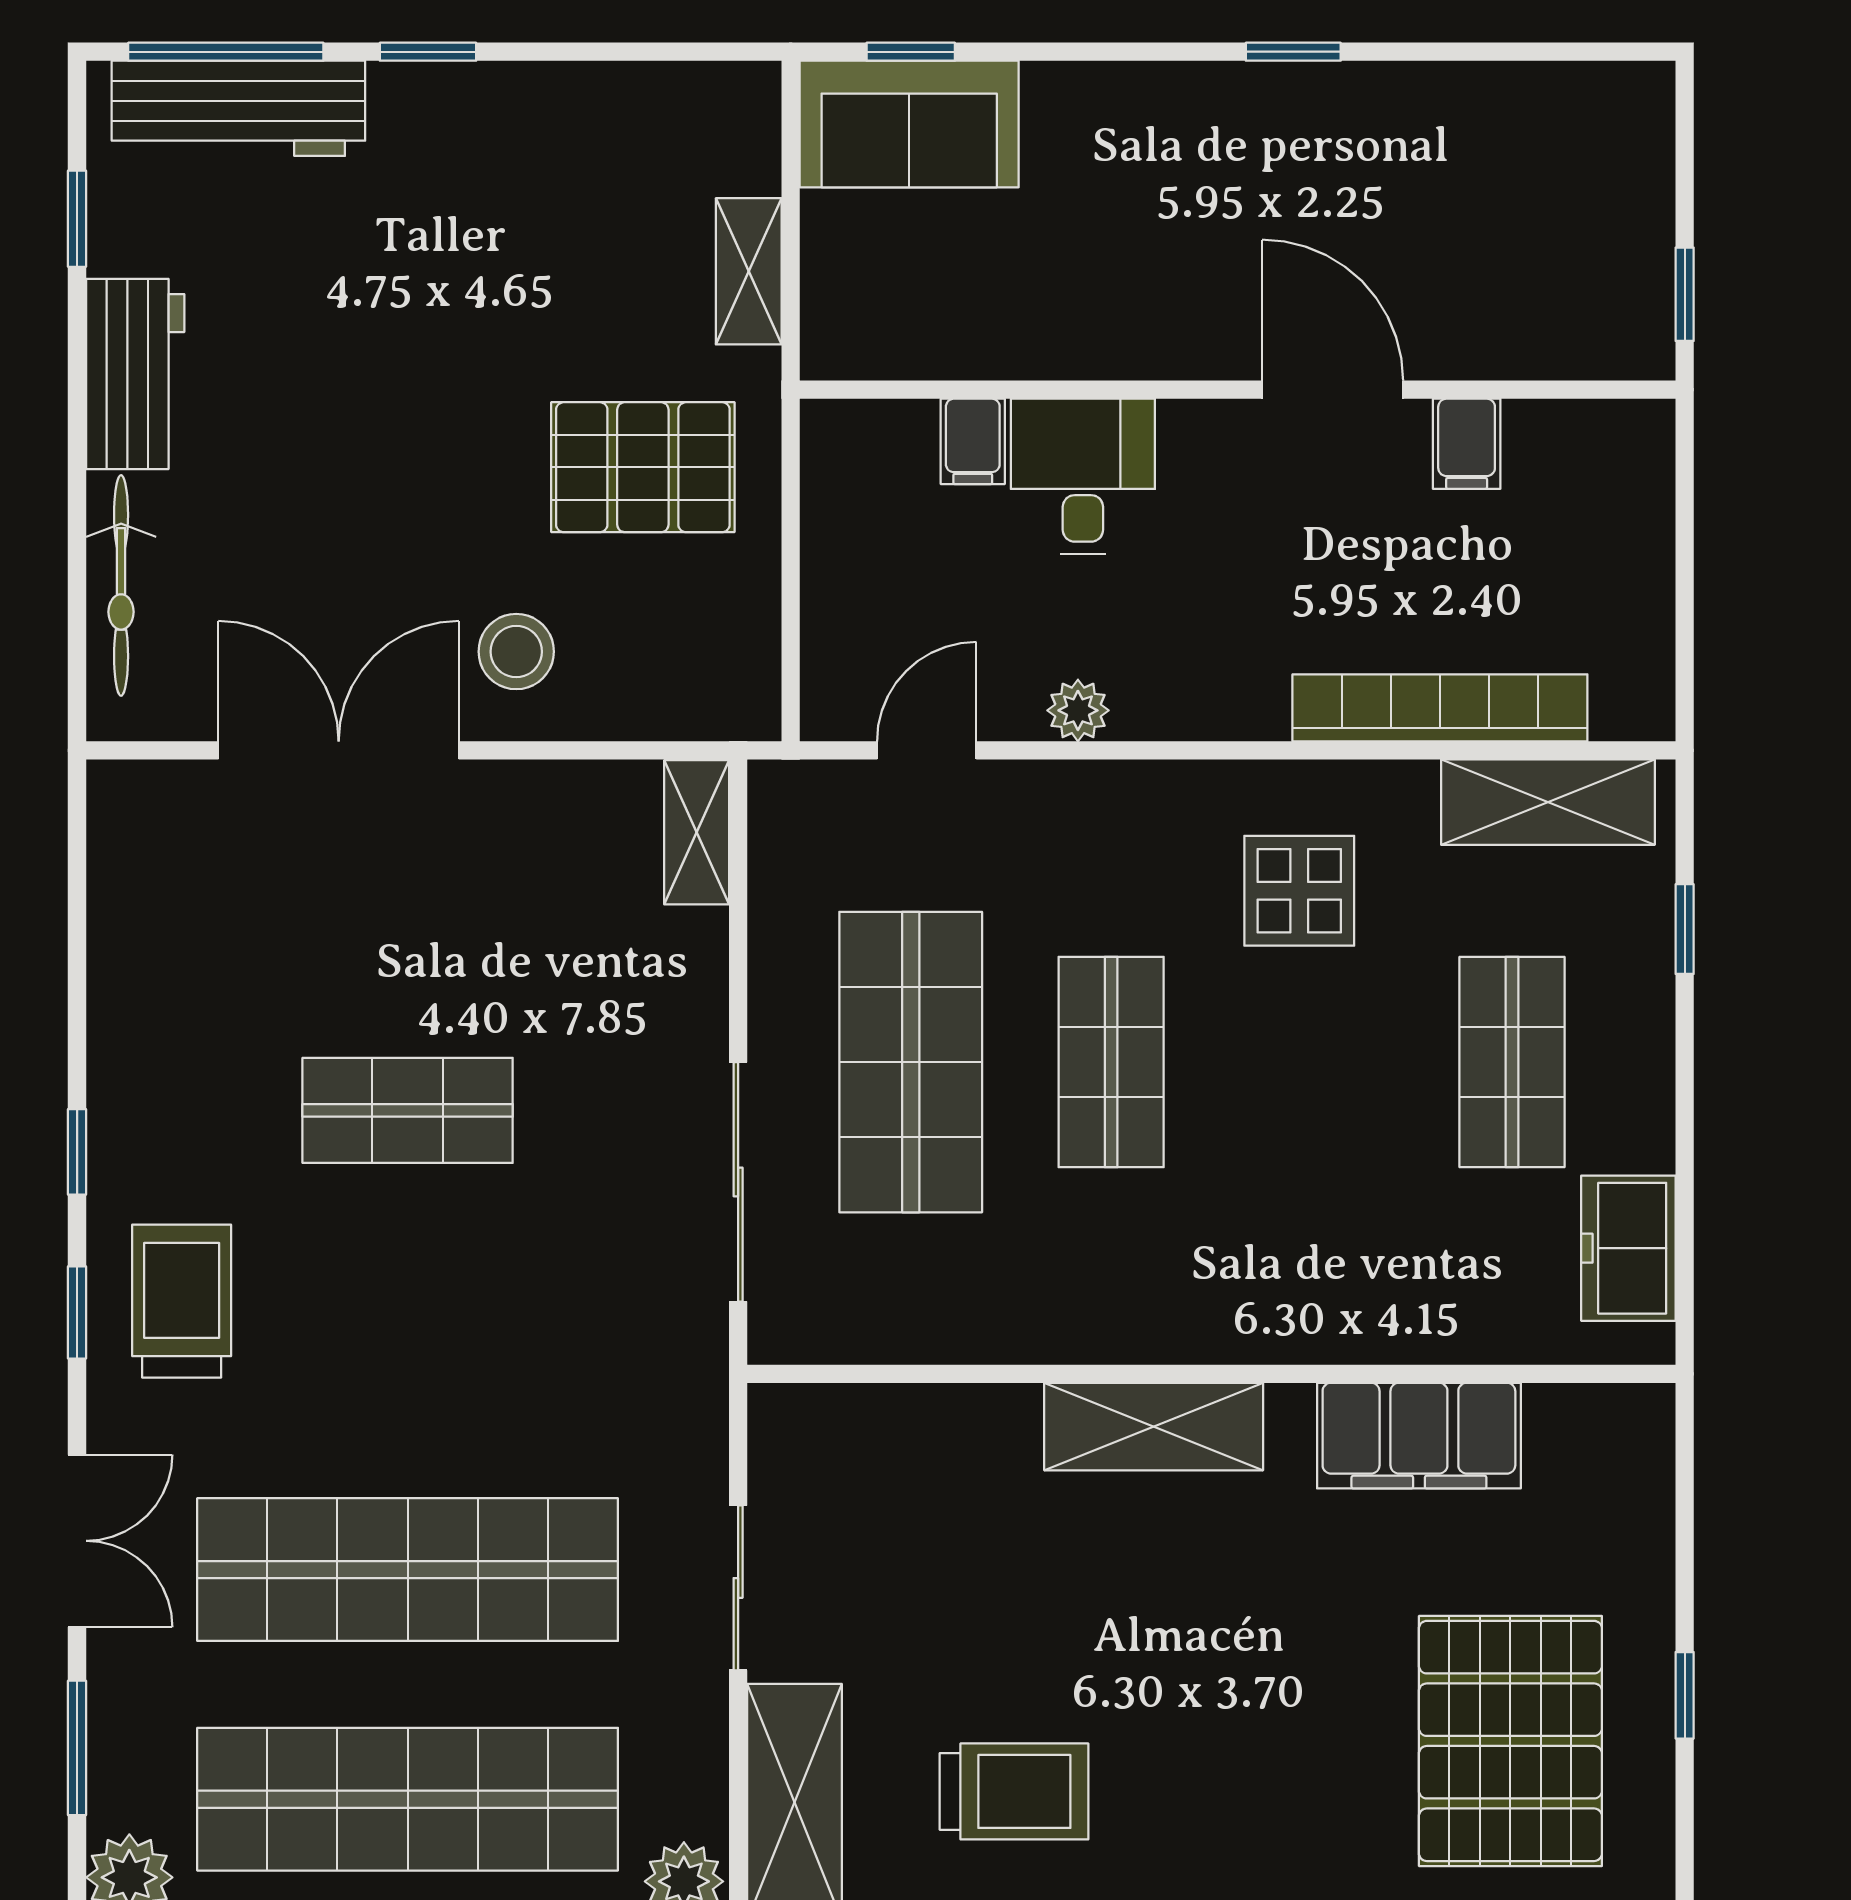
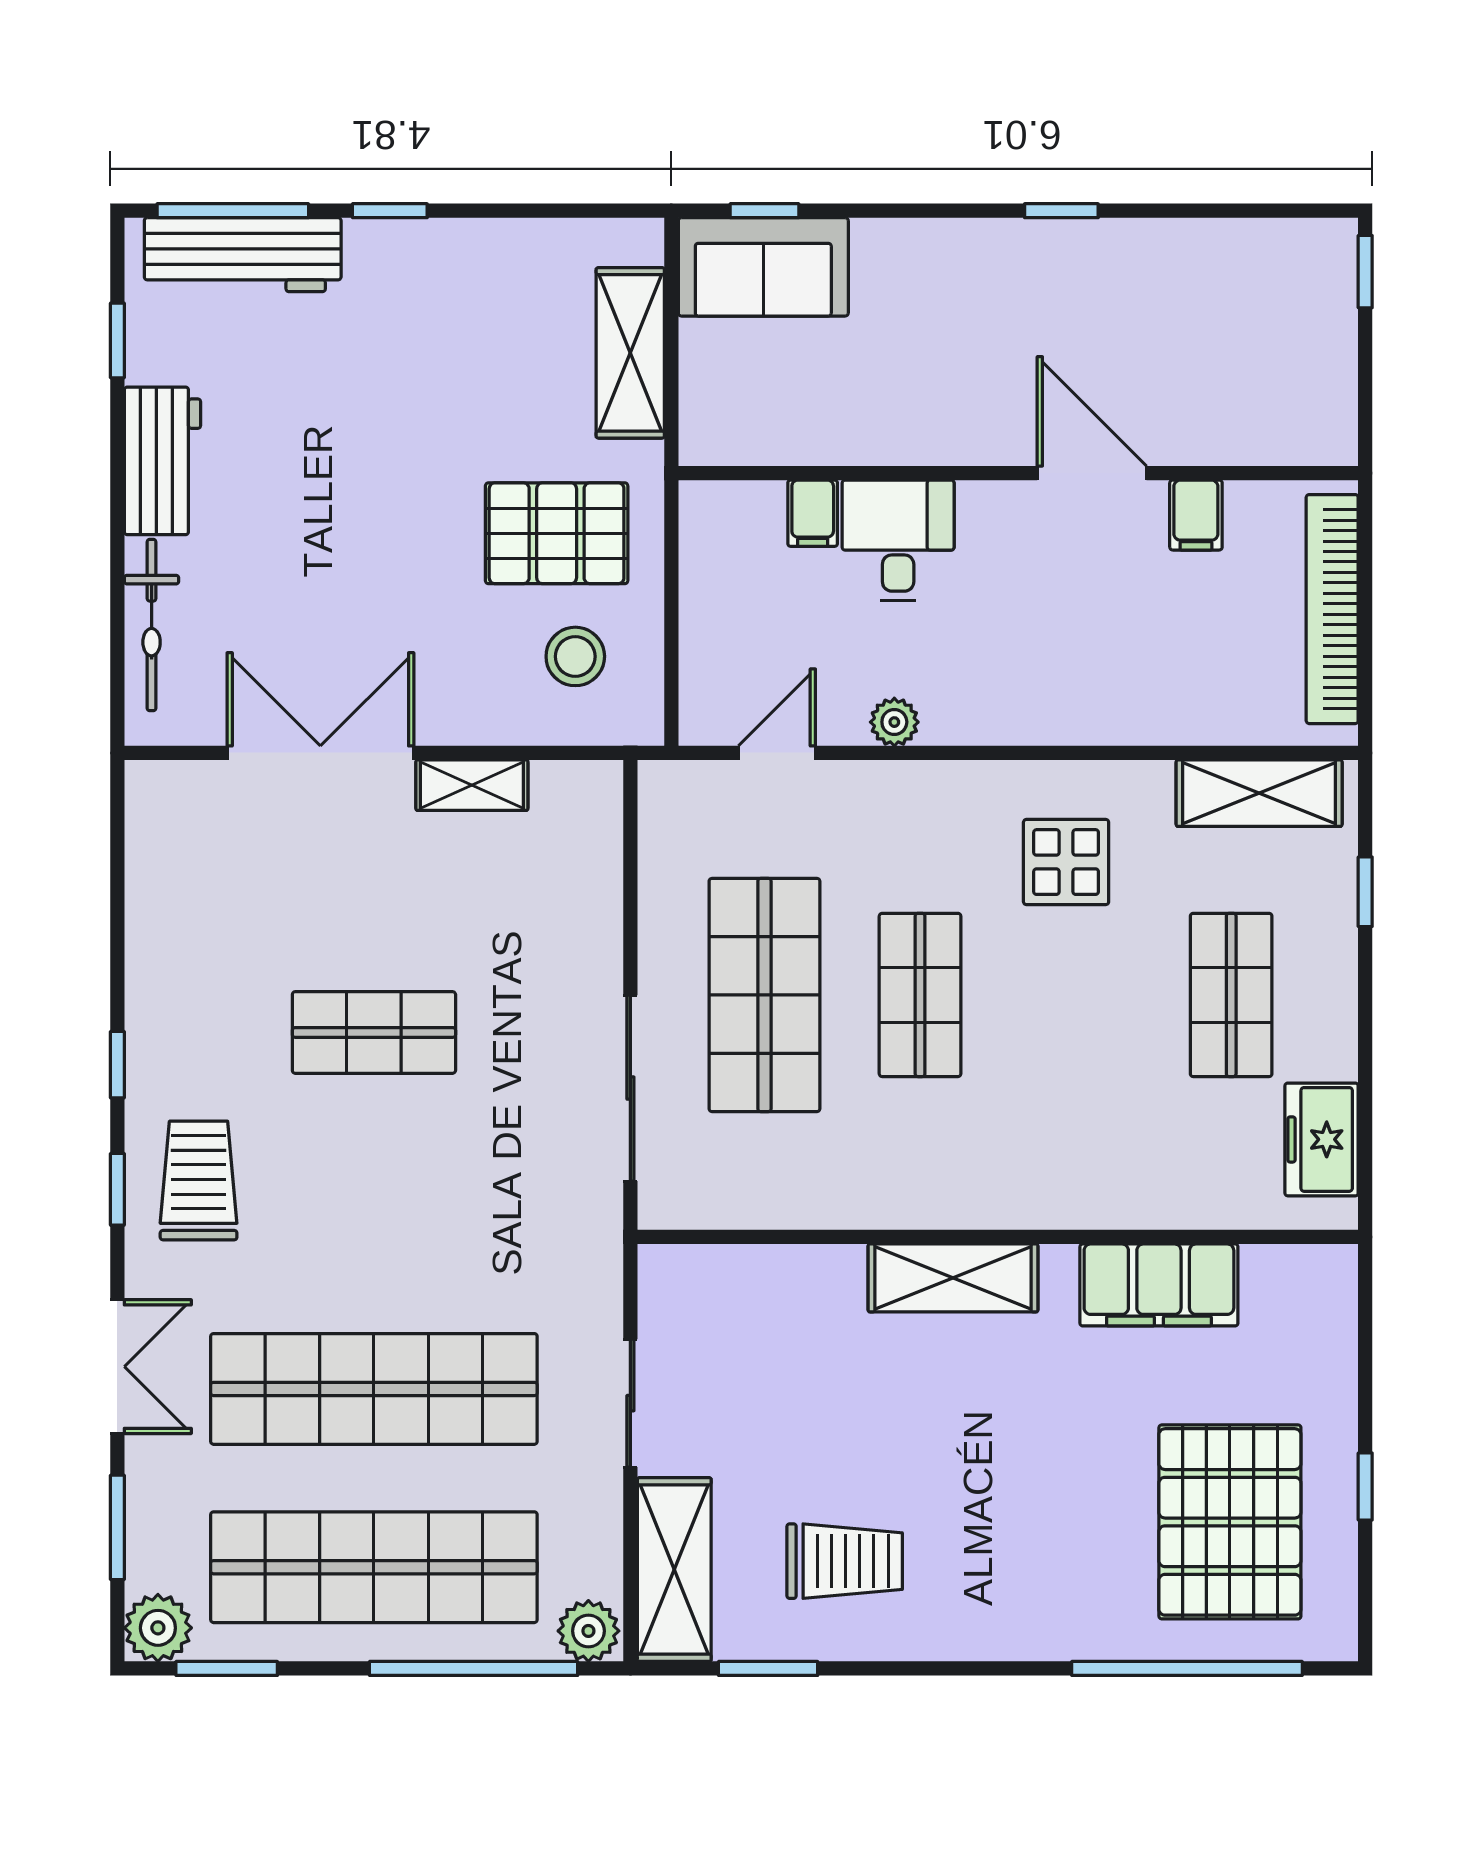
shelving: (749, 271) -> (630, 353), width x1.50, depth x1.33
window: (1685, 294) -> (1365, 272), moved
stool: (516, 652) -> (575, 656), moved
bookcase: (1440, 708) -> (1332, 609), moved, turned -90
shelving: (697, 832) -> (472, 785), moved, turned 90

